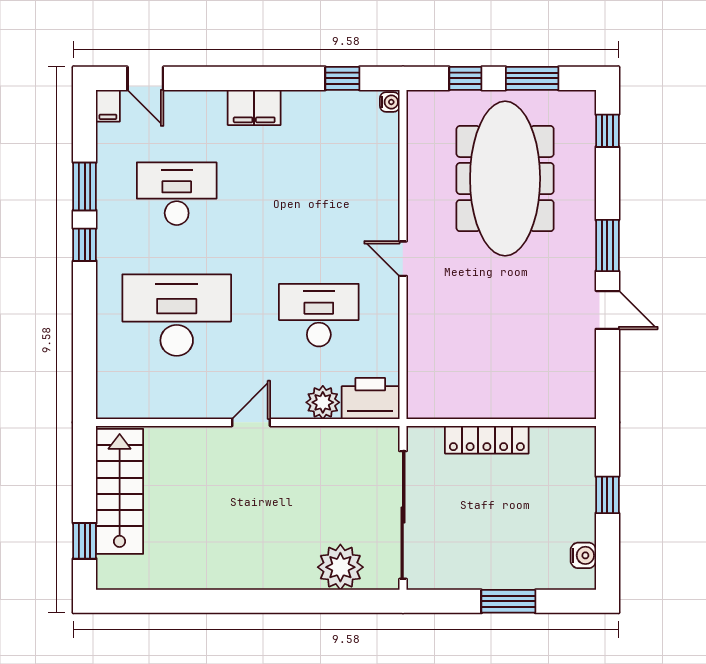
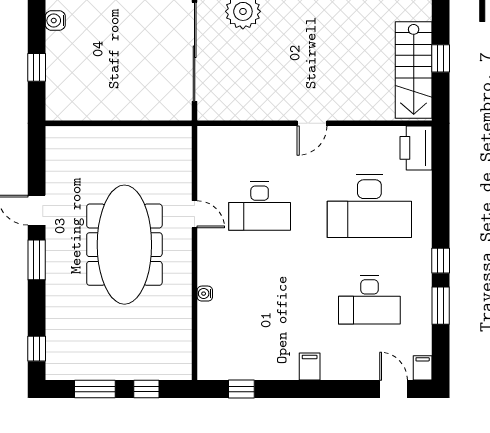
water cooler: (390, 102) -> (205, 294), moved
filing cabinet: (254, 107) -> (310, 367), width x0.50
meeting table: (505, 179) -> (124, 245), moved
door: (403, 259) -> (195, 214), moved
printer: (370, 398) -> (416, 148), moved, turned 90
plant: (323, 402) -> (257, 139), removed
locker: (487, 440) -> (130, 110), removed
window: (85, 541) -> (441, 58), moved

